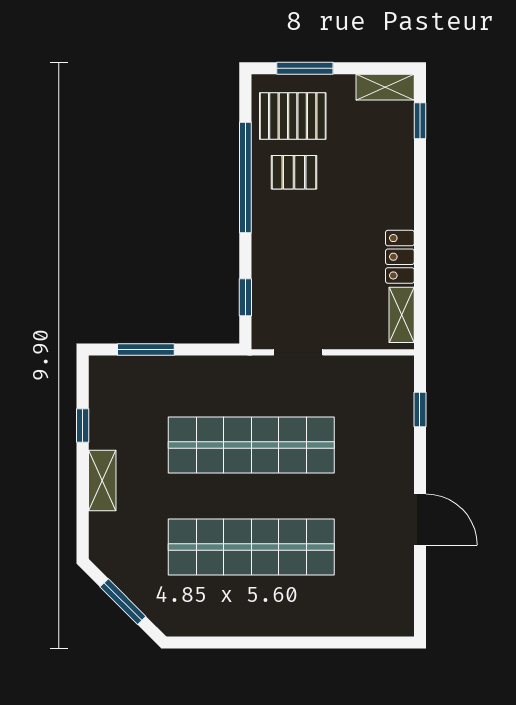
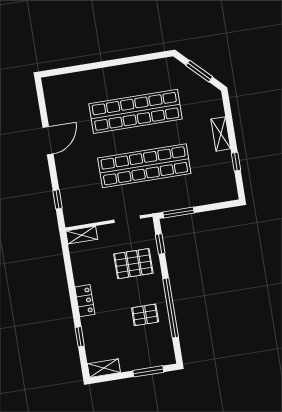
pallet: (293, 116) -> (133, 264), moved
window: (420, 121) -> (80, 337), moved
locker: (400, 257) -> (85, 301), moved
shelving: (402, 315) -> (82, 235), moved, turned 90
window: (146, 349) -> (179, 213), moved
door: (420, 519) -> (48, 141), swing flipped

